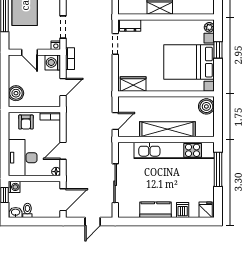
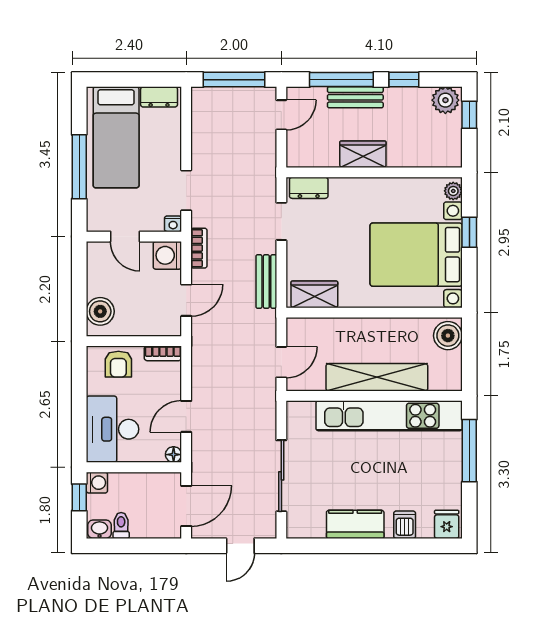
bench: (107, 77) -> (266, 282), added

